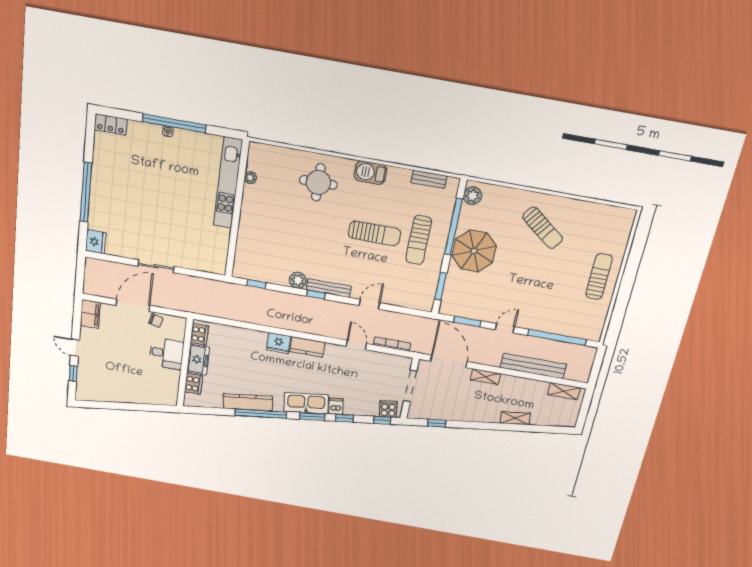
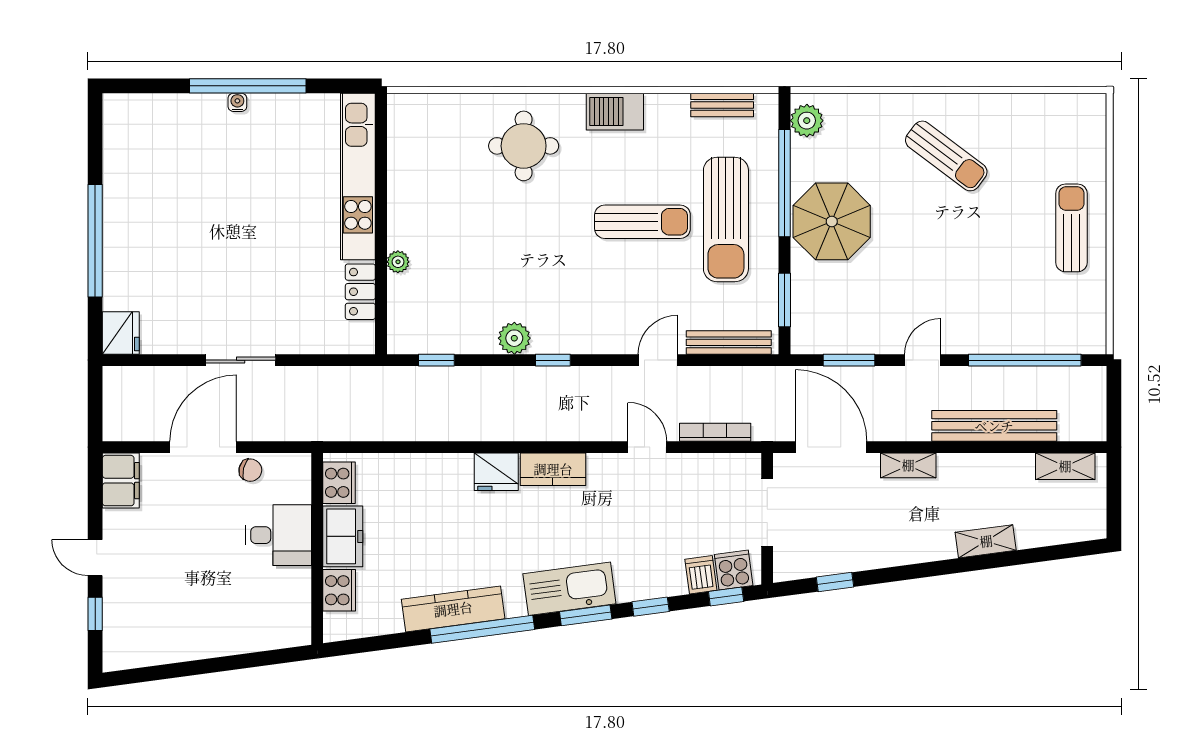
locker: (111, 124) -> (360, 292), moved, turned 90
plant: (250, 178) -> (398, 262), moved
sun lounger: (419, 240) -> (726, 220), width x1.36, depth x1.34
bench: (329, 288) -> (729, 342), moved
dishwasher: (336, 406) -> (701, 575), moved

